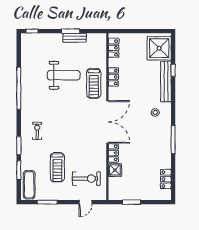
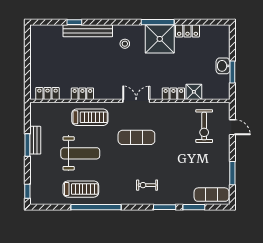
shower: (159, 48) -> (160, 39), moved
weight bench: (64, 75) -> (80, 153), turned 90
exercise mat: (77, 122) -> (136, 137), added
double door: (107, 122) -> (136, 101), width x0.54
treadmill: (57, 167) -> (81, 189), moved
exercise bike: (86, 179) -> (204, 126), turned 180
locker: (166, 179) -> (187, 31), moved
washbasin: (137, 194) -> (223, 66), added

